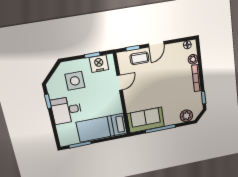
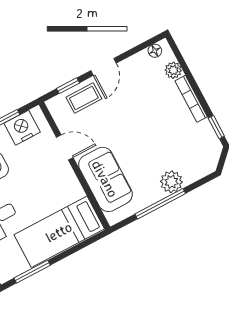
door: (120, 83) -> (65, 147), hinge flipped
plant: (186, 116) -> (171, 182), moved
sofa: (146, 120) -> (105, 179), moved, turned 90

